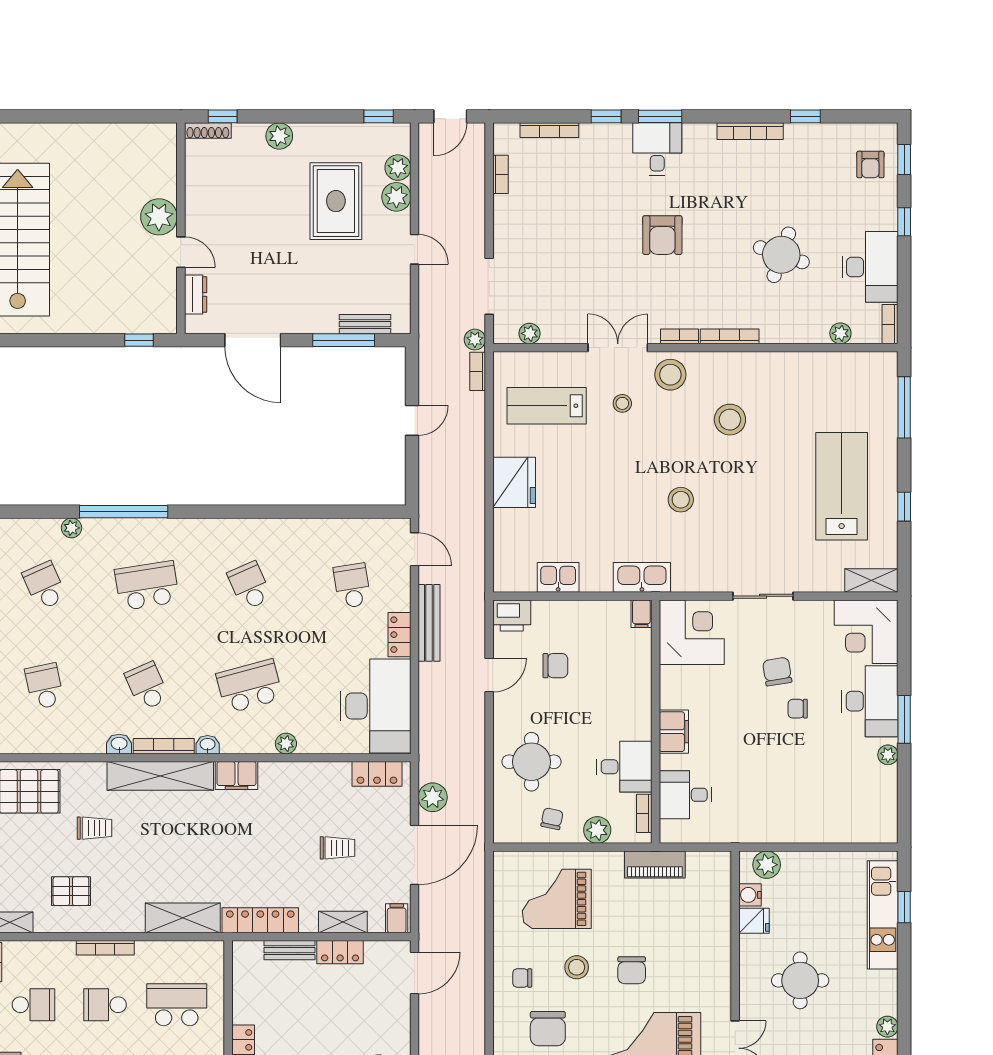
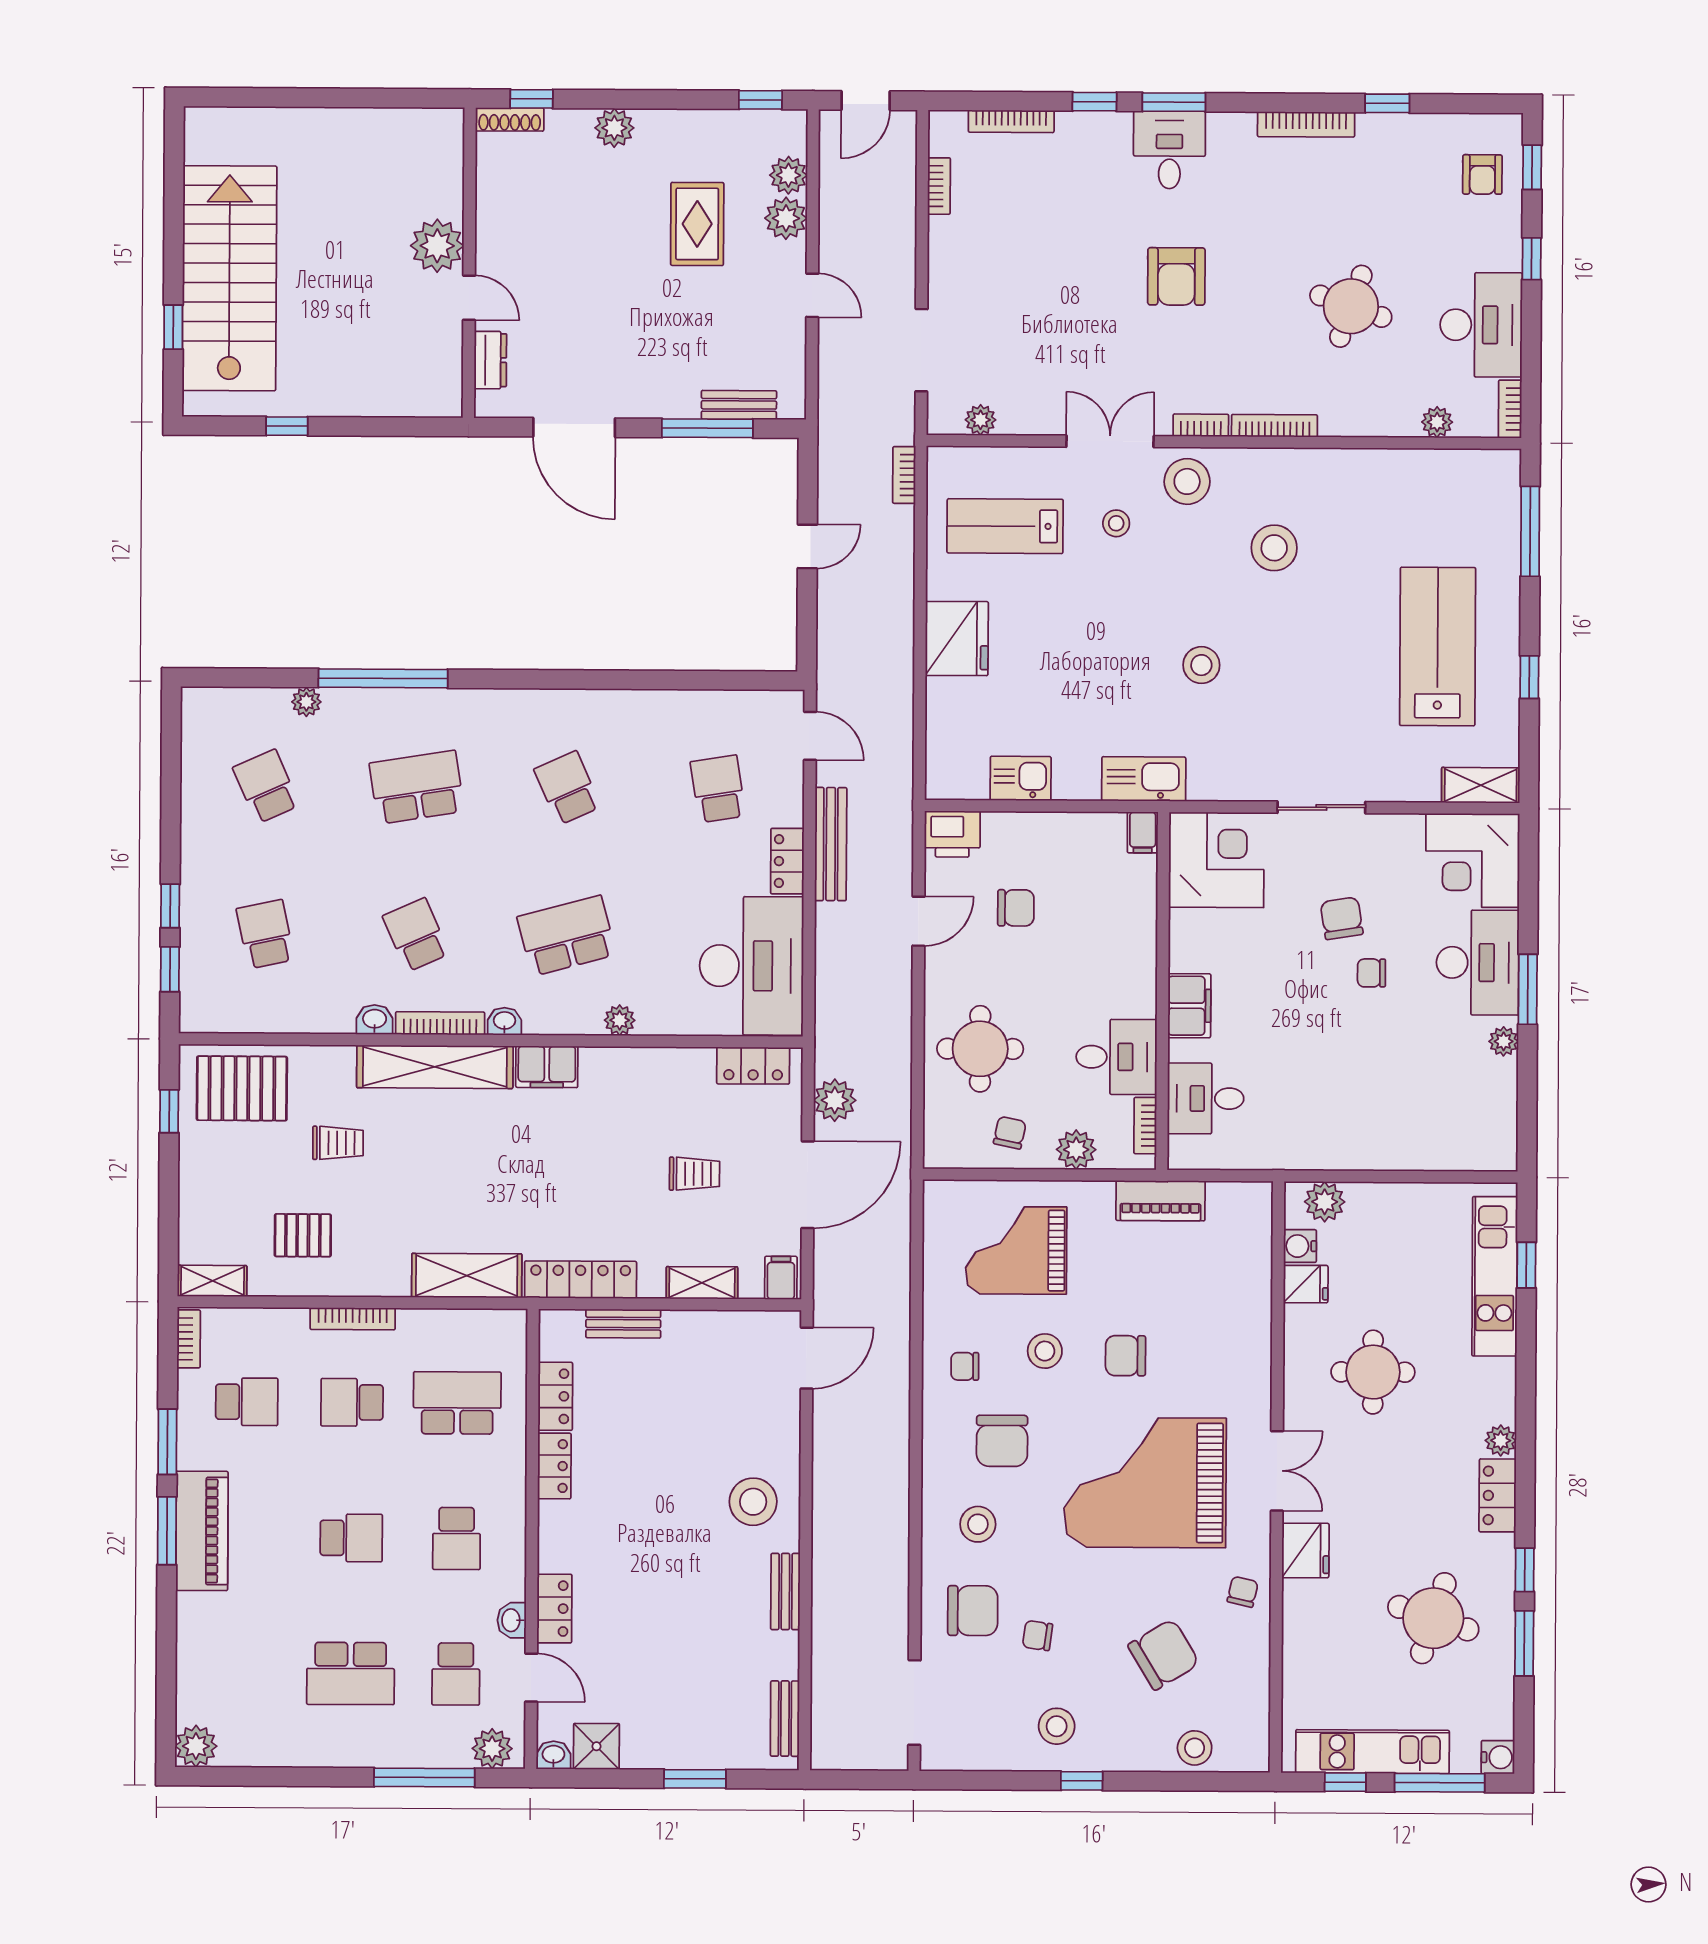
rug: (336, 201) -> (697, 224), width x0.73, depth x0.70
window: (139, 340) -> (287, 426), moved
plant: (475, 340) -> (900, 428), removed
locker: (340, 952) -> (555, 1396), moved, turned -90
chair: (632, 970) -> (1126, 1356), turned 90

